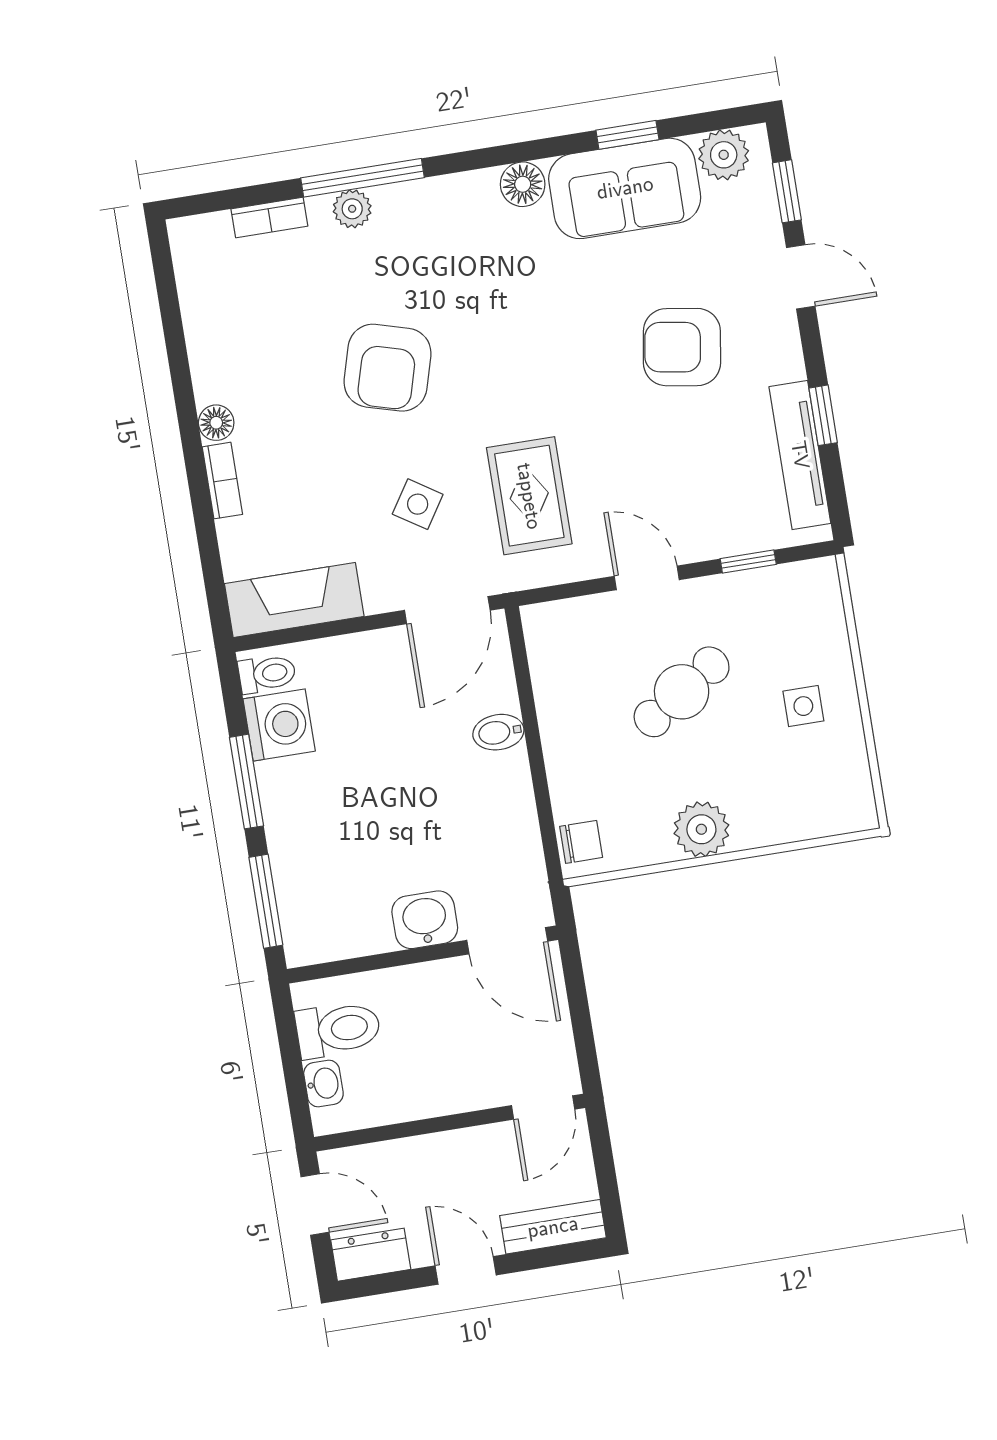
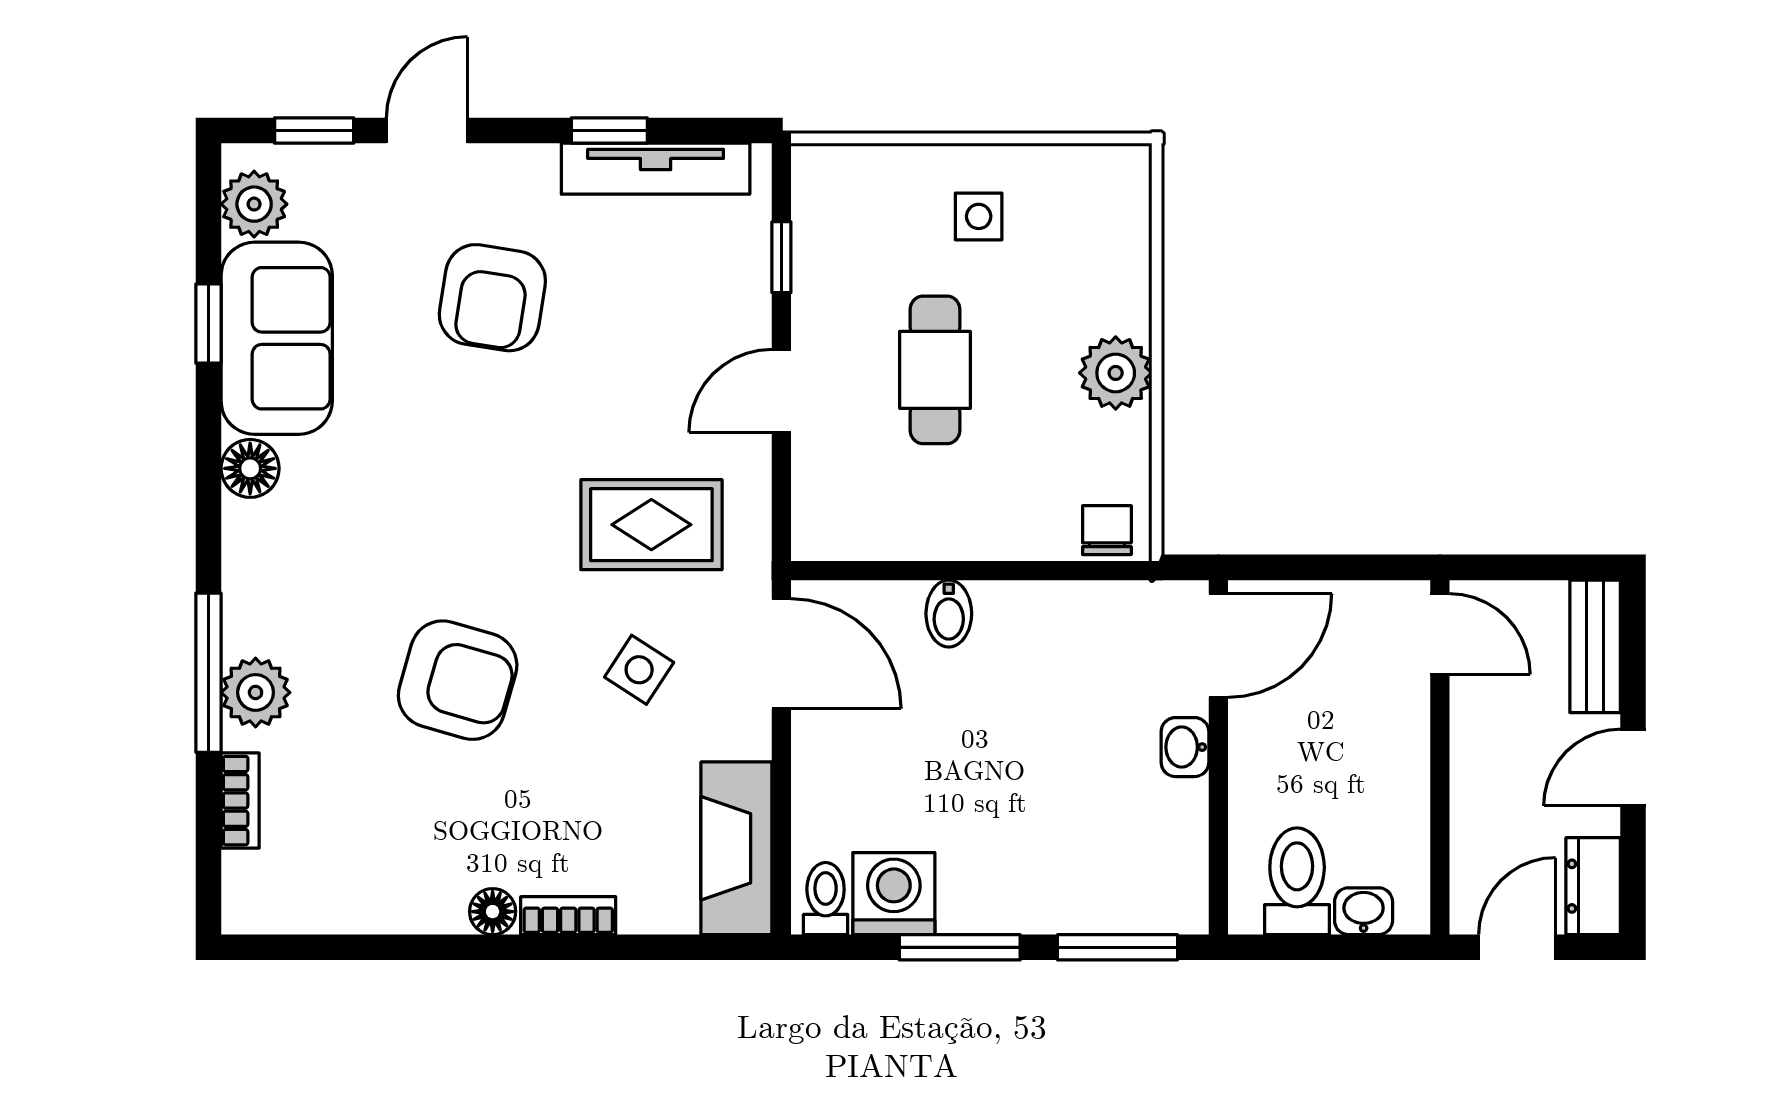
plant: (352, 209) -> (256, 692), width x1.38, depth x1.38
cafe table: (682, 692) -> (935, 370), turned 33
washbasin: (425, 920) -> (1185, 747), width x0.72, depth x0.69

